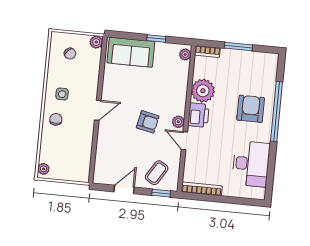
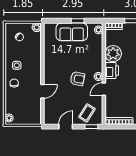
sofa: (131, 52) -> (72, 32), moved
door: (98, 110) -> (42, 91), moved
door: (184, 141) -> (104, 89), hinge flipped

